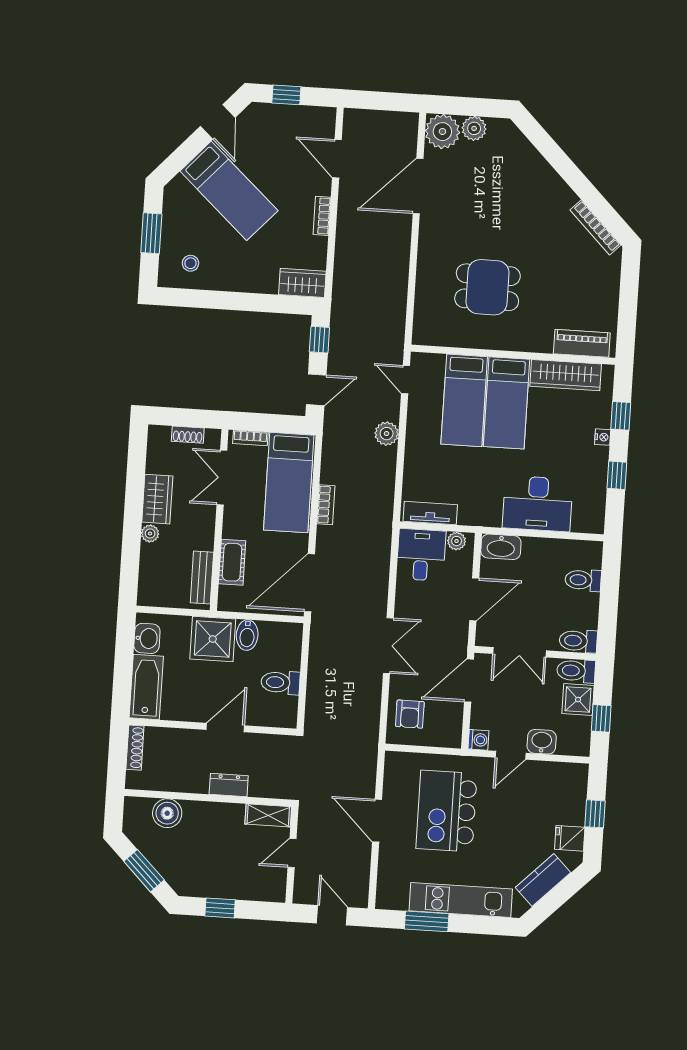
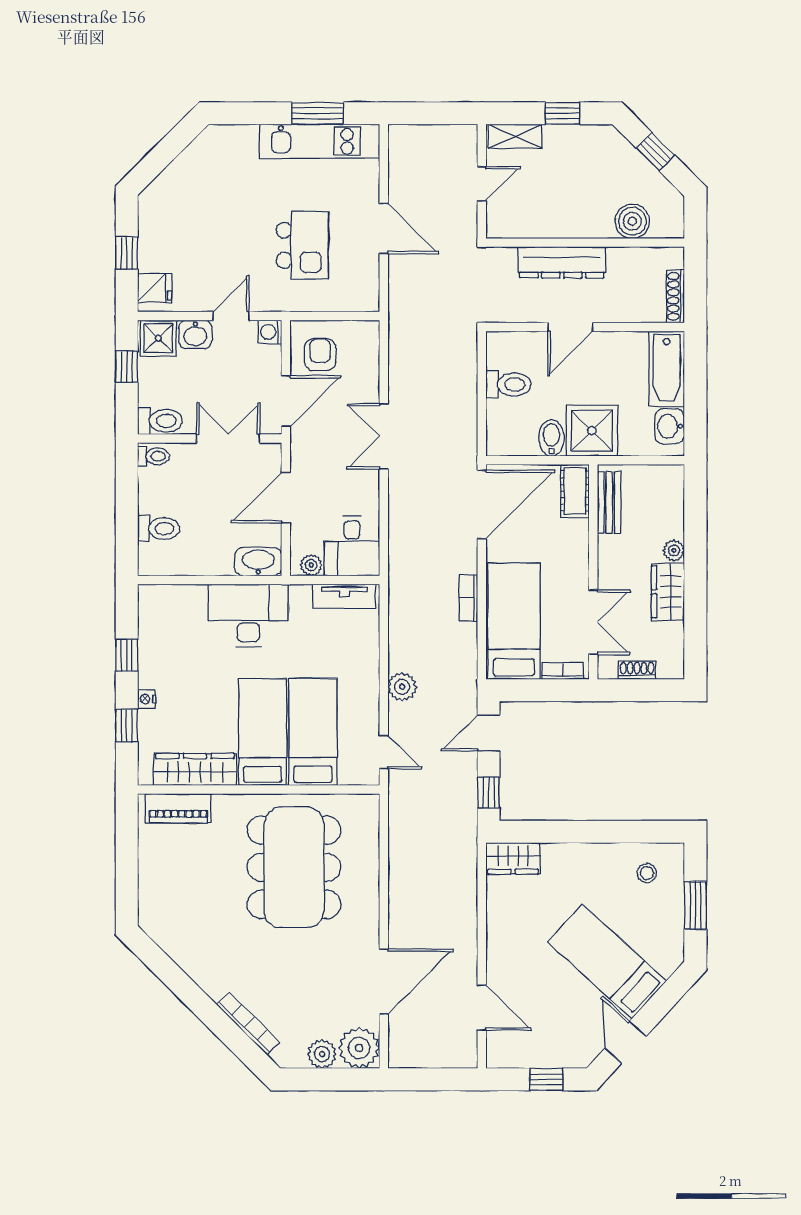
bookcase: (322, 216) -> (495, 939), removed
bookcase: (595, 227) -> (248, 1023), moved
dining table: (487, 287) -> (294, 867), width x1.88, depth x1.24
desk: (538, 504) -> (248, 616), moved
cot: (232, 562) -> (575, 491), moved
toilet: (578, 641) -> (154, 456), width x0.73, depth x0.72
shower: (578, 700) -> (158, 338), moved
armchair: (410, 714) -> (320, 355), moved
dresser: (229, 785) -> (562, 262), width x1.96, depth x1.24
kitchen island: (447, 811) -> (302, 245), width x0.73, depth x0.78
shelving: (268, 815) -> (515, 136), moved
fridge: (570, 838) -> (155, 288), moved
window: (144, 871) -> (655, 152), width x0.67
kitchen counter: (543, 880) -> (183, 171), removed
kitchen unit: (461, 900) -> (319, 141), moved
door: (332, 915) -> (430, 113), removed

